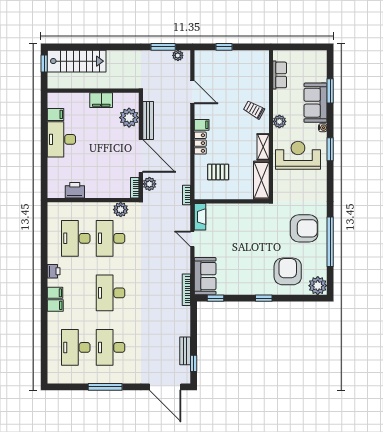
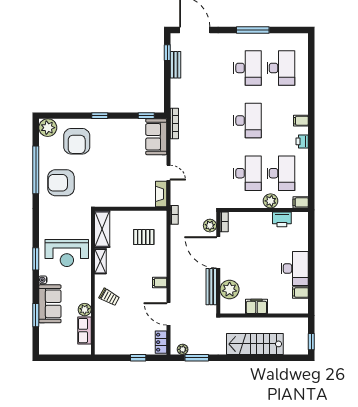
stairs: (77, 61) -> (255, 344), moved
plant: (279, 121) -> (85, 310), moved
locker: (200, 143) -> (161, 342), moved
plant: (121, 210) -> (271, 201), moved
filing cabinet: (55, 305) -> (301, 202), moved

